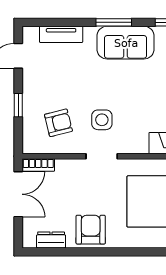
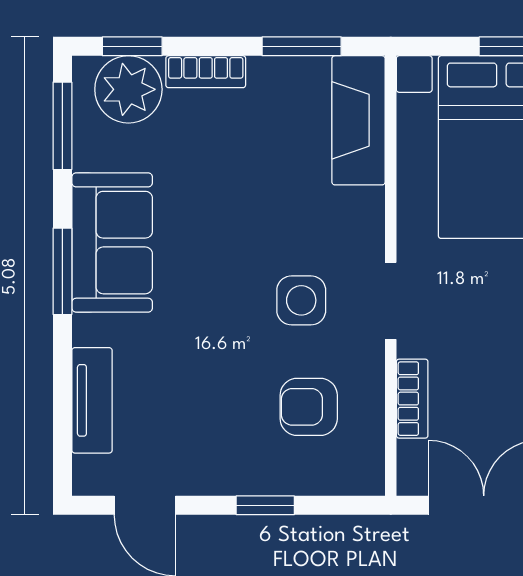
armchair: (58, 123) -> (309, 407), turned -76
bookcase: (38, 165) -> (412, 399), moved

